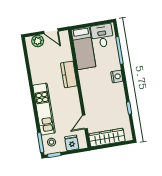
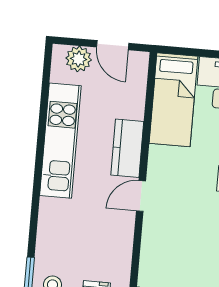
kitchen unit: (44, 109) -> (60, 141), moved
door: (85, 122) -> (141, 196), moved

